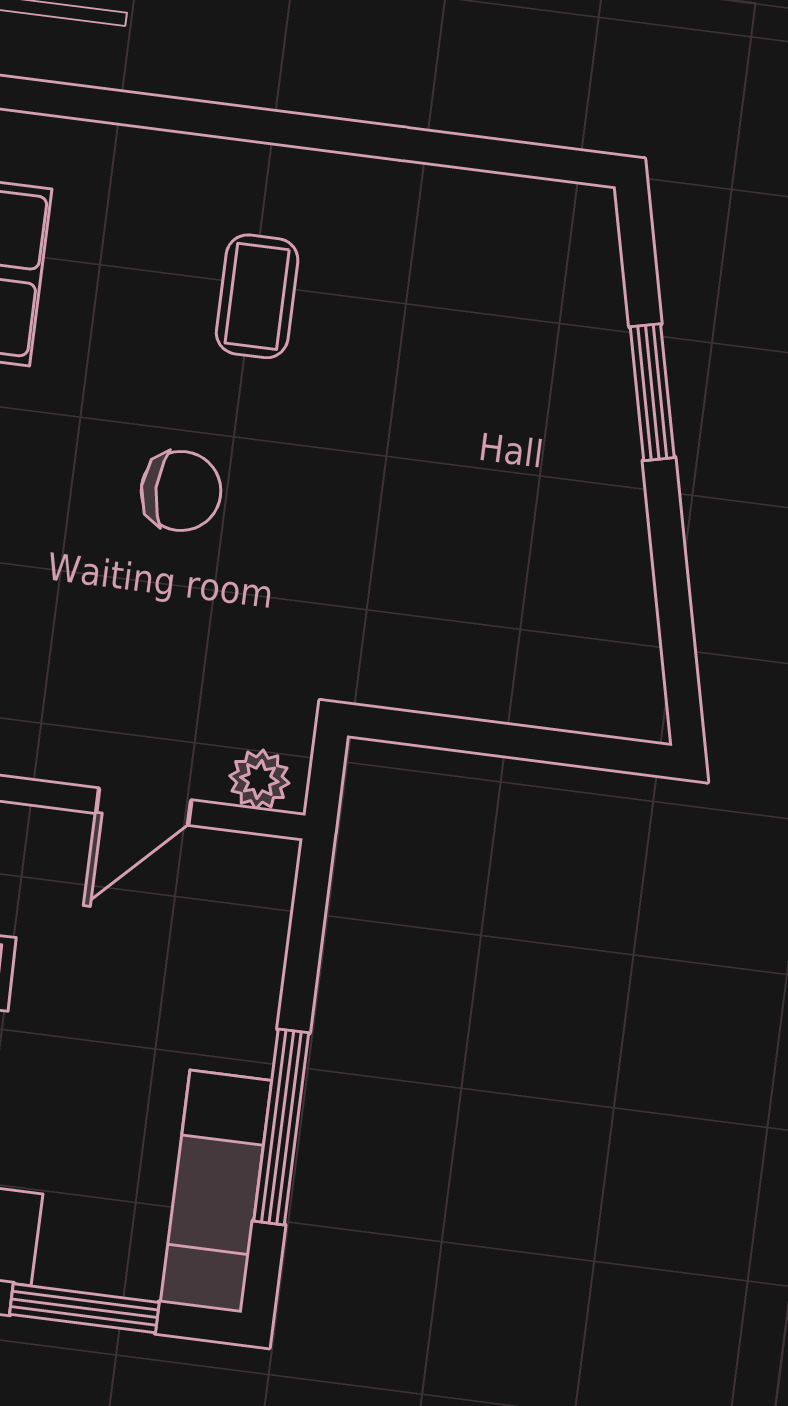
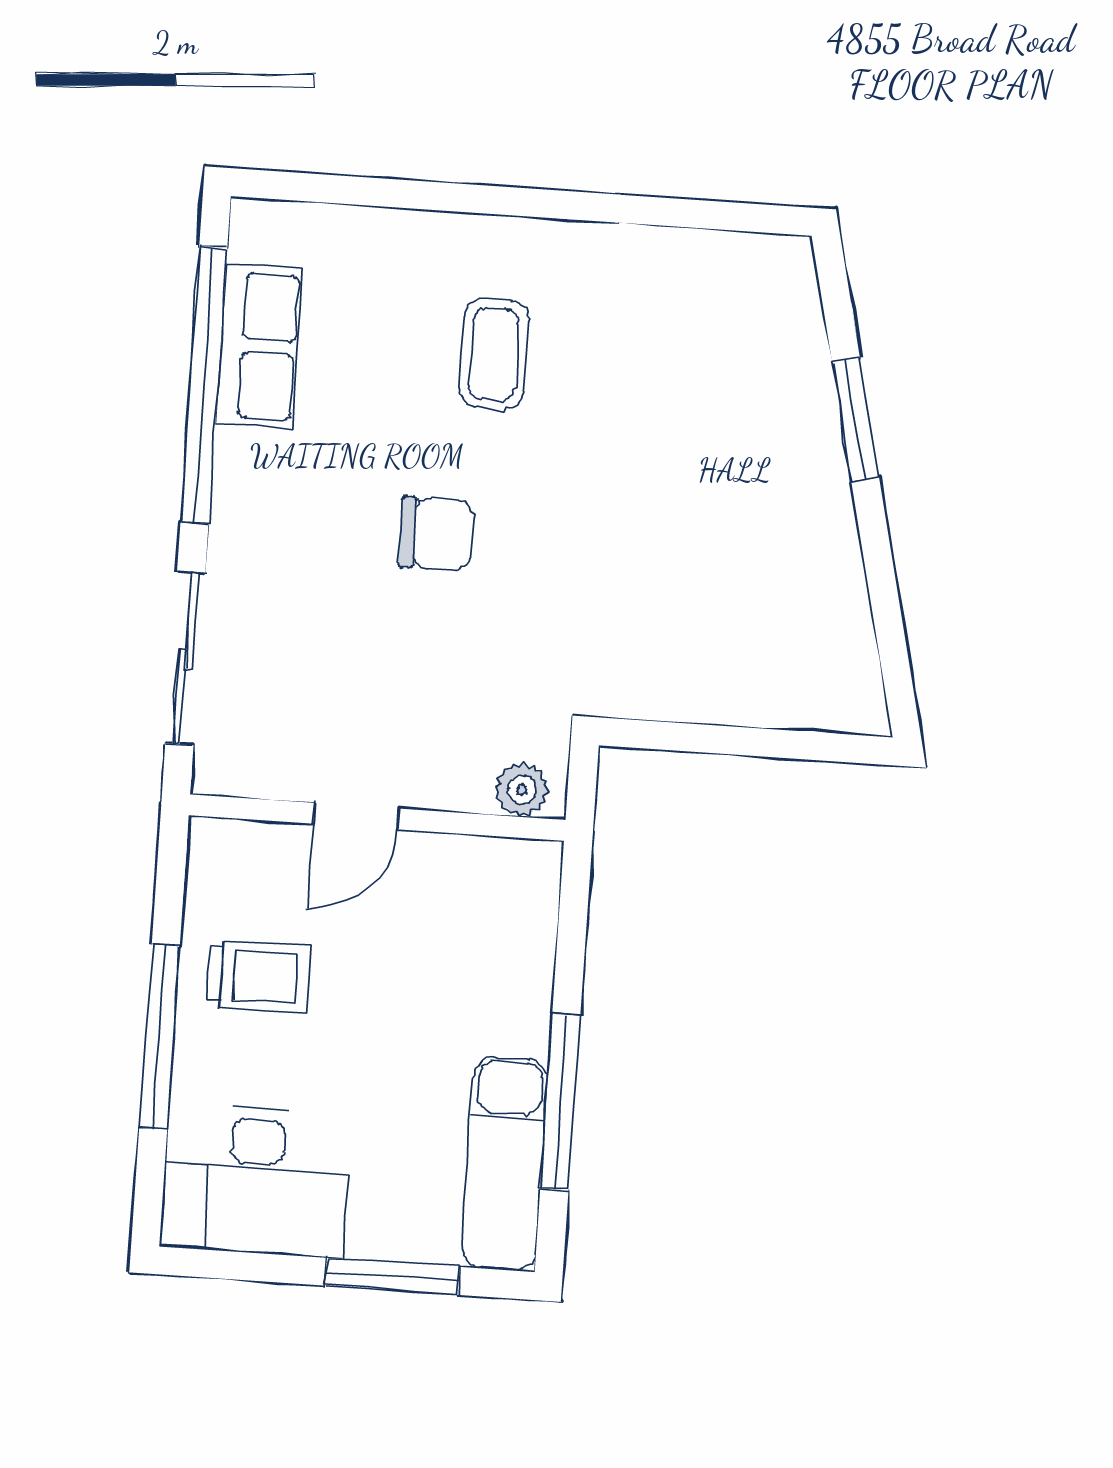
door: (144, 807) -> (356, 816), moved

